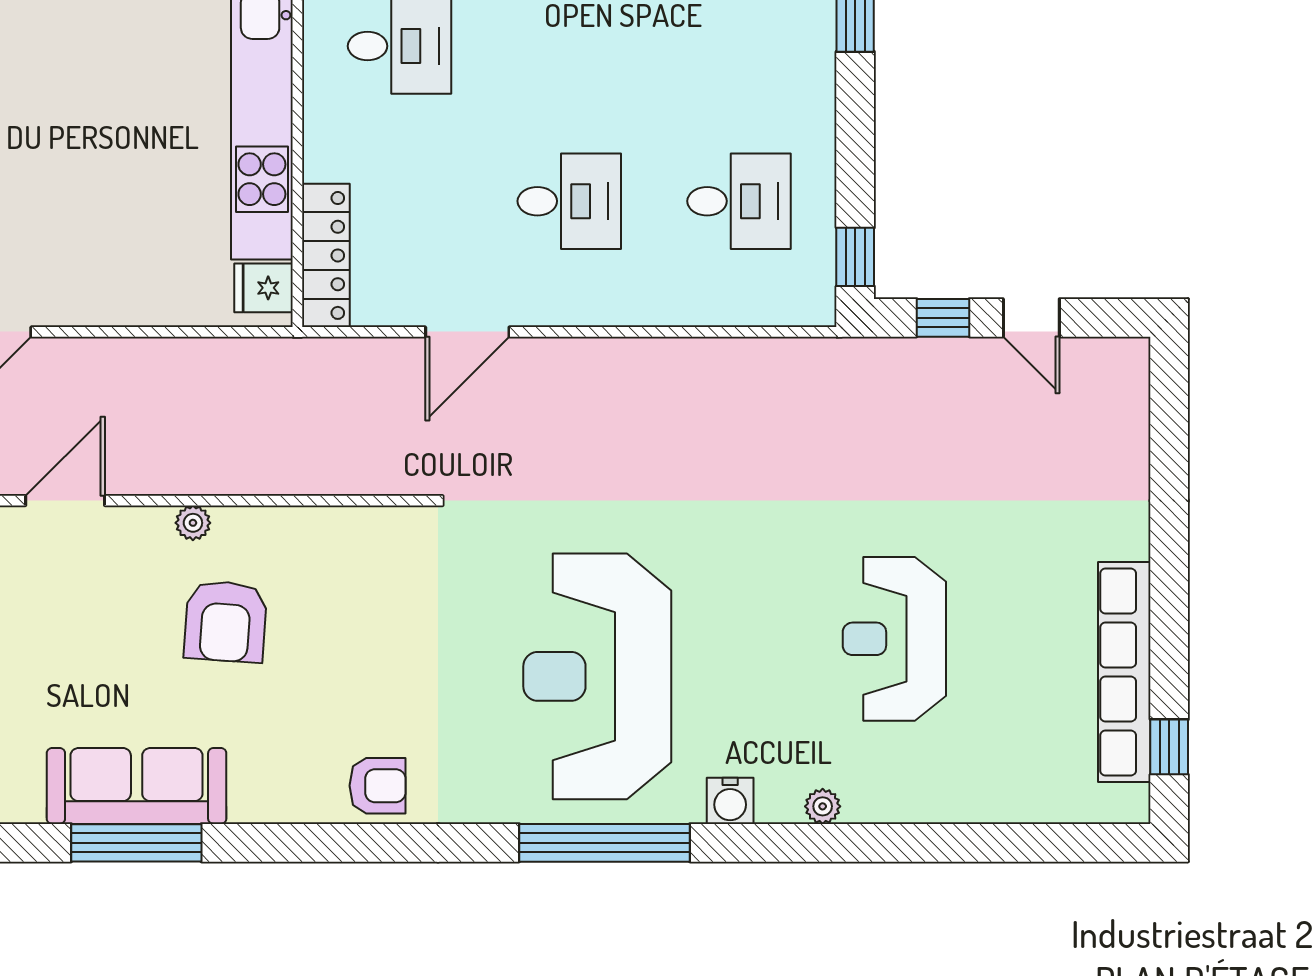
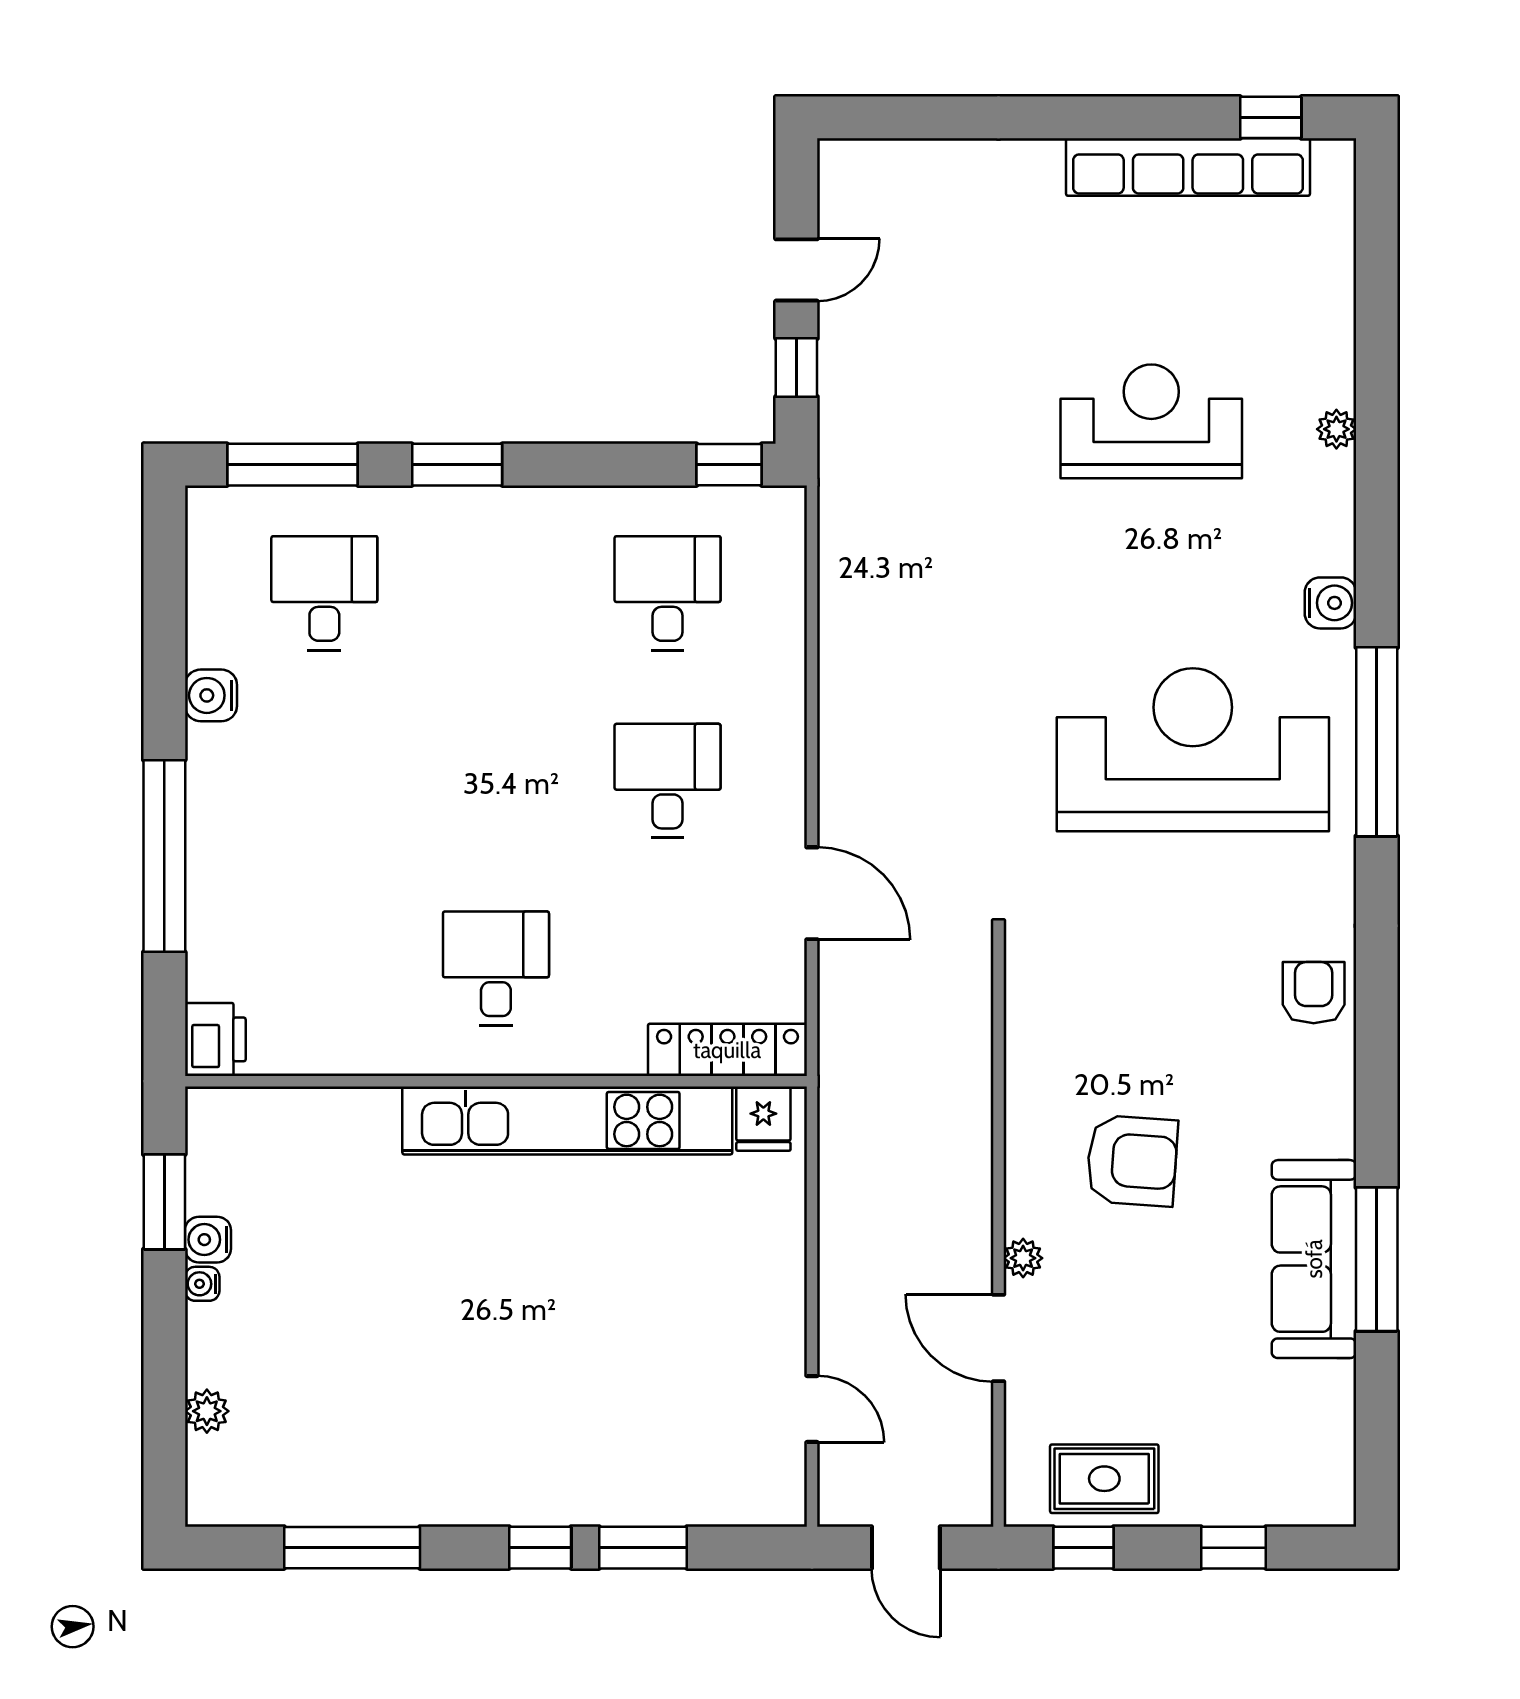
plant: (193, 523) -> (1023, 1258), moved
reception desk: (894, 639) -> (1151, 421), turned 180
reception desk: (597, 676) -> (1193, 750), turned 180
plant: (823, 806) -> (1336, 429), moved

